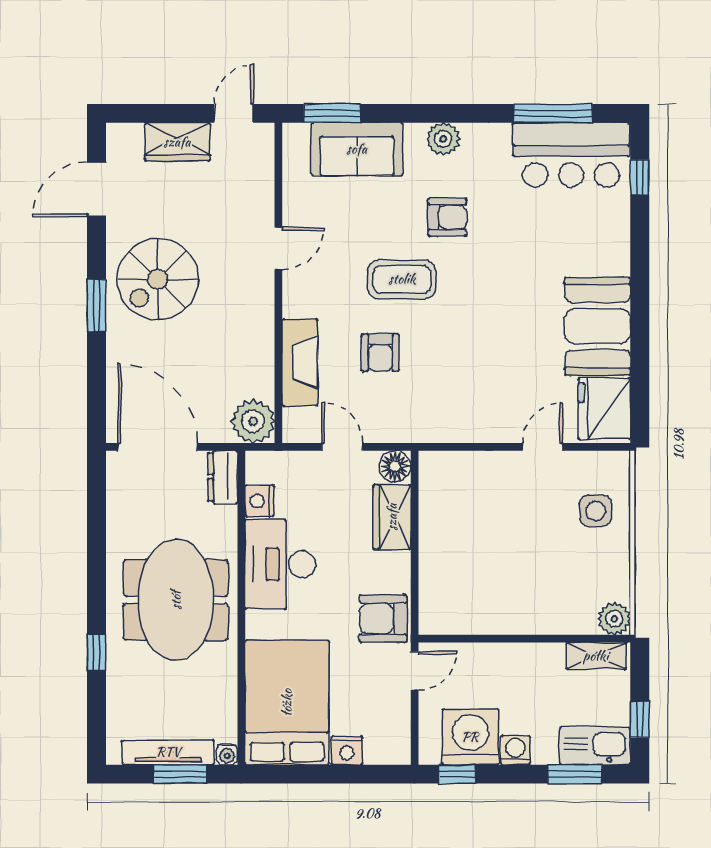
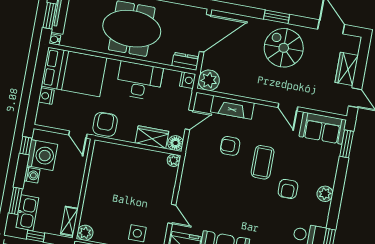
sofa: (357, 149) -> (323, 128), moved, turned -90
plant: (431, 464) -> (174, 160), added
nightstand: (259, 501) -> (188, 80), moved, turned 90

